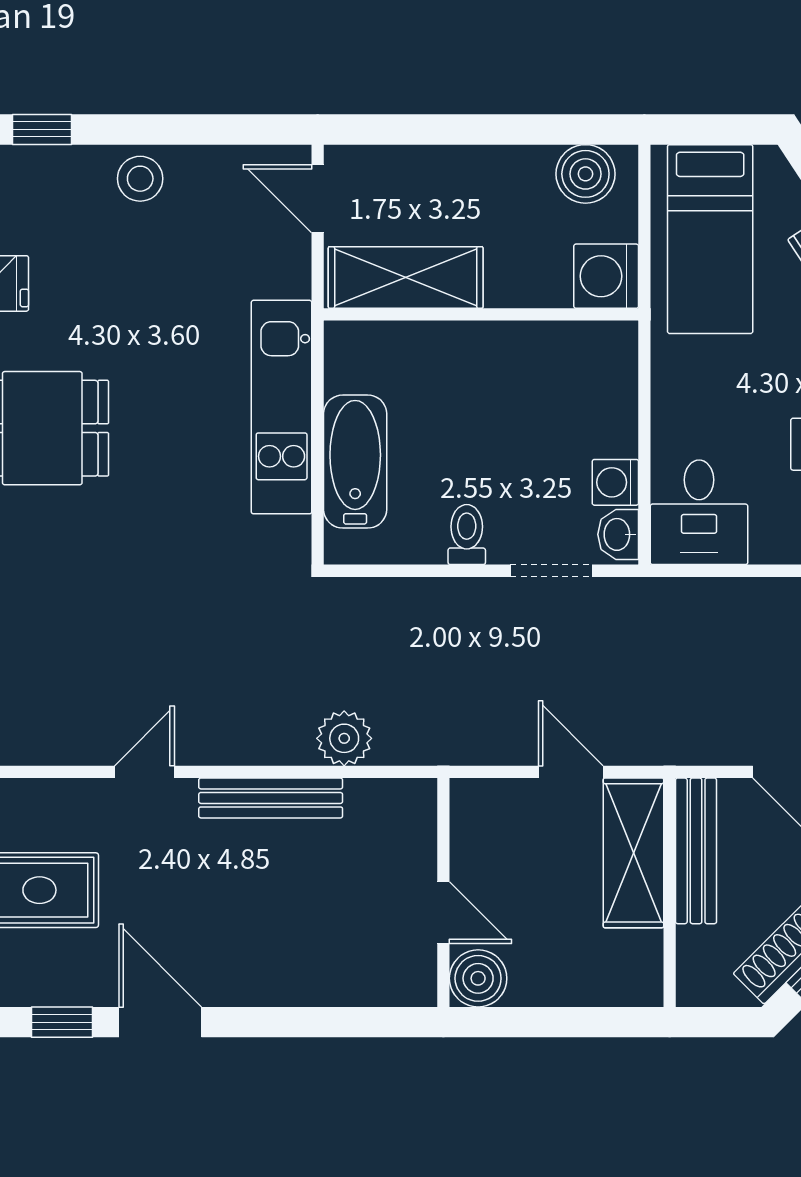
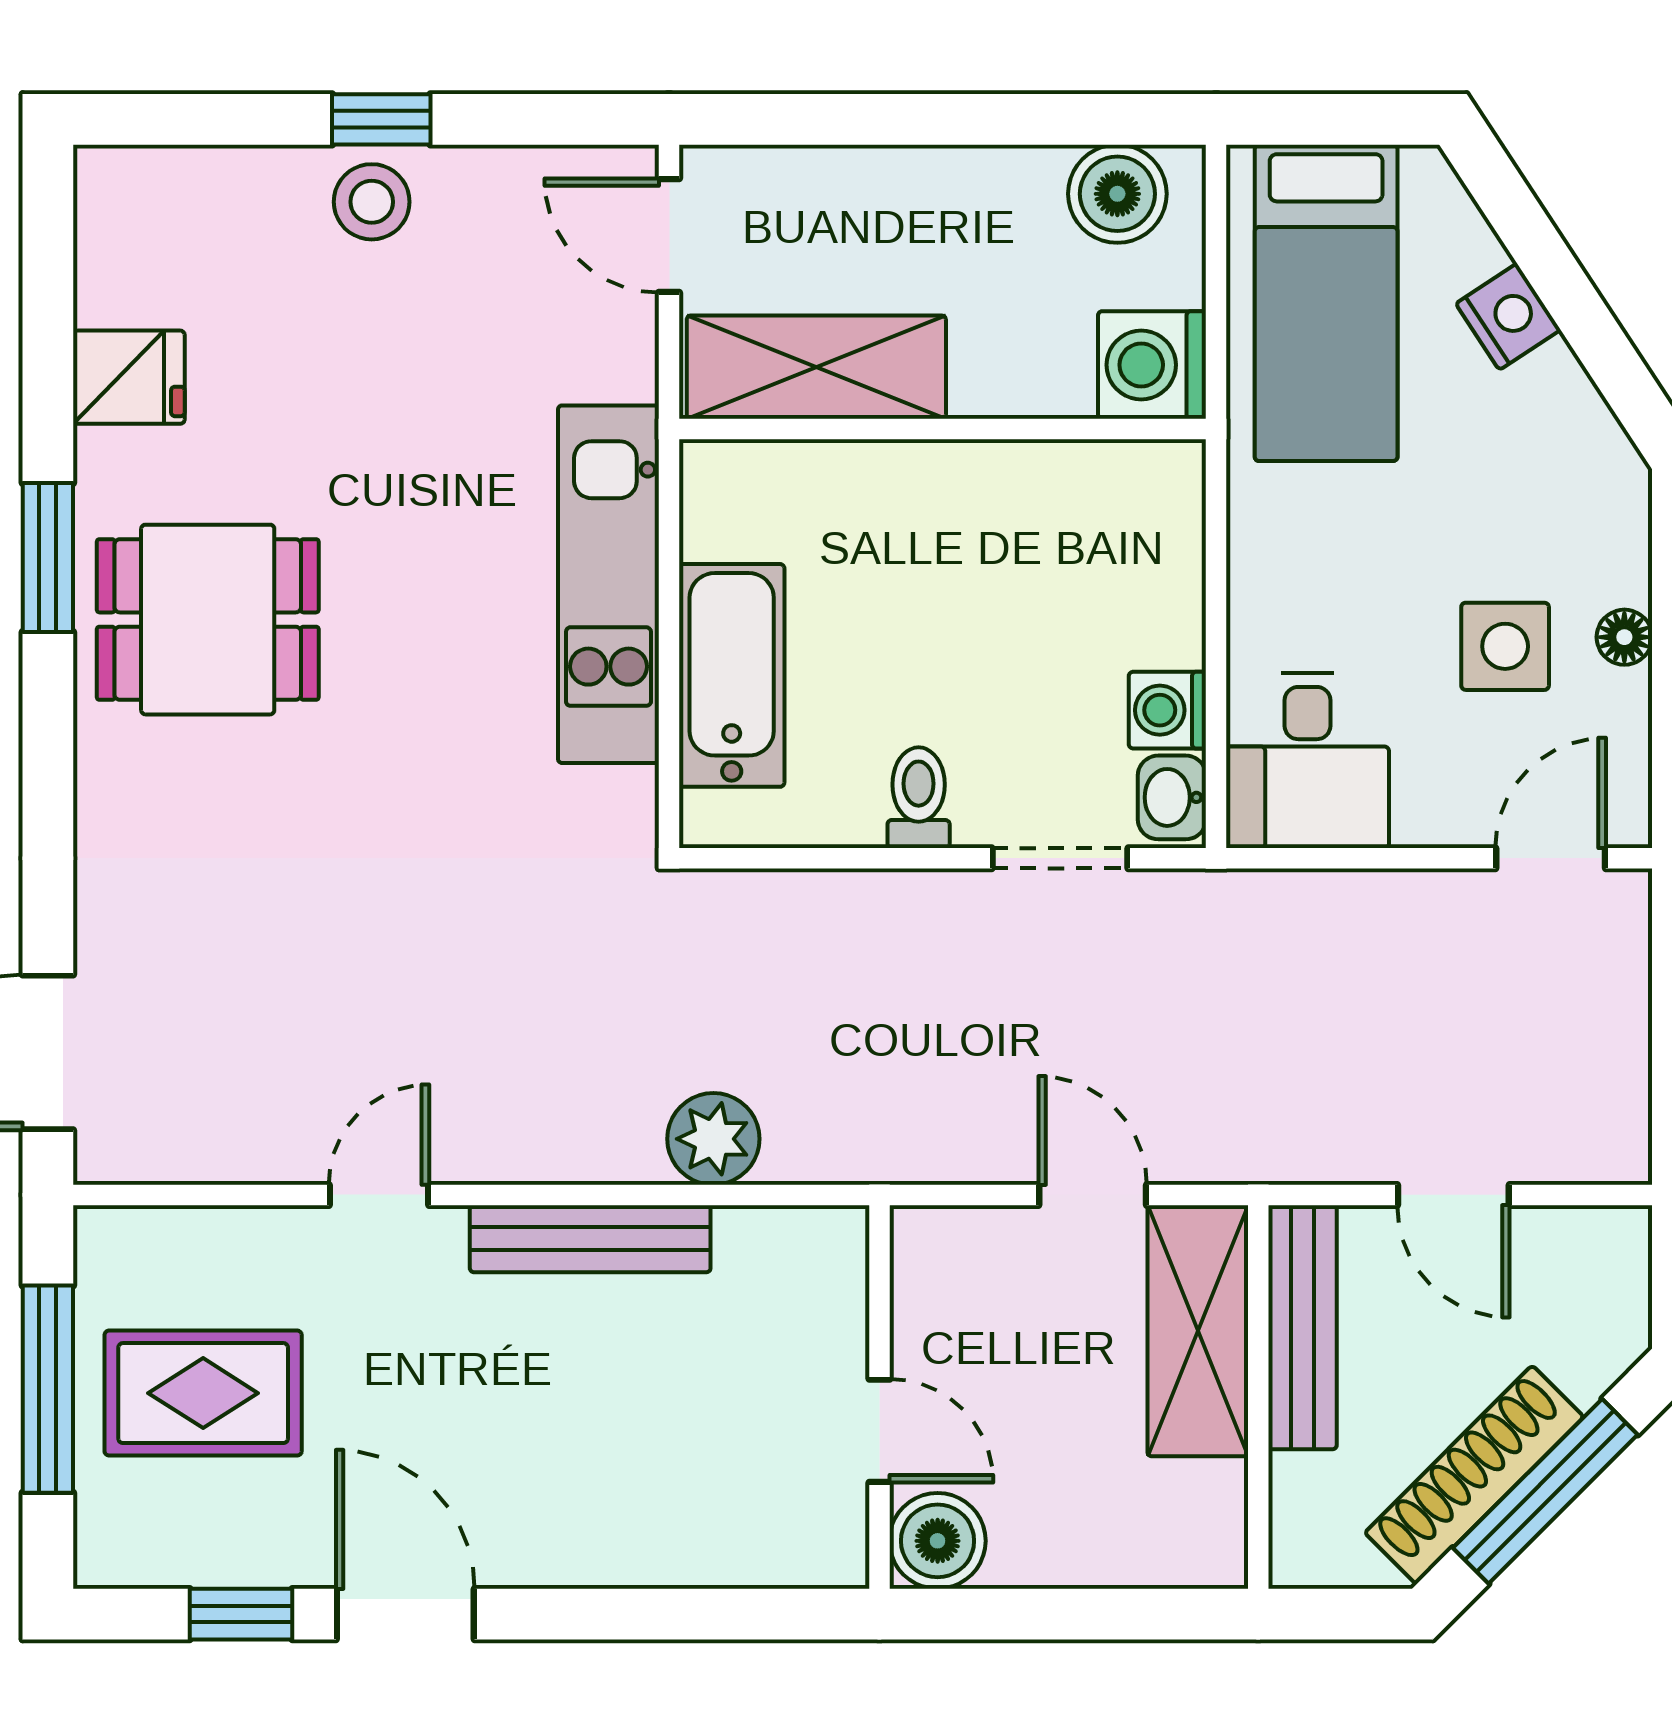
window: (42, 129) -> (381, 119), moved

